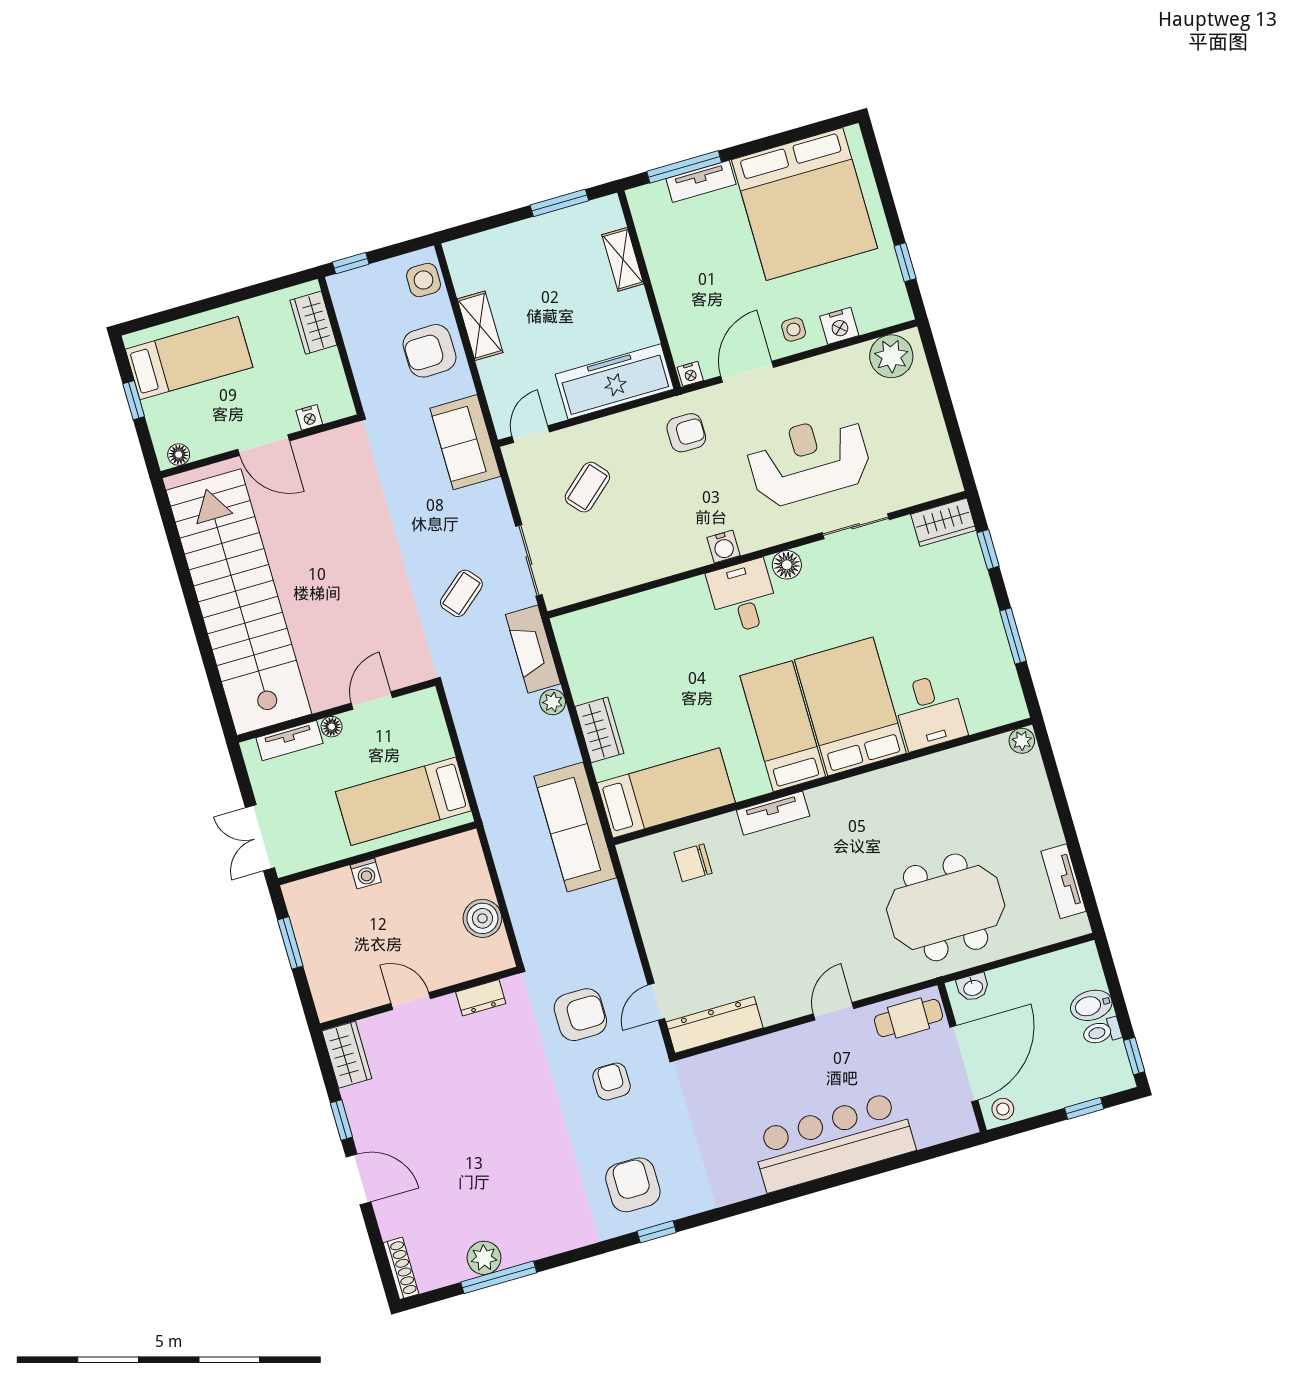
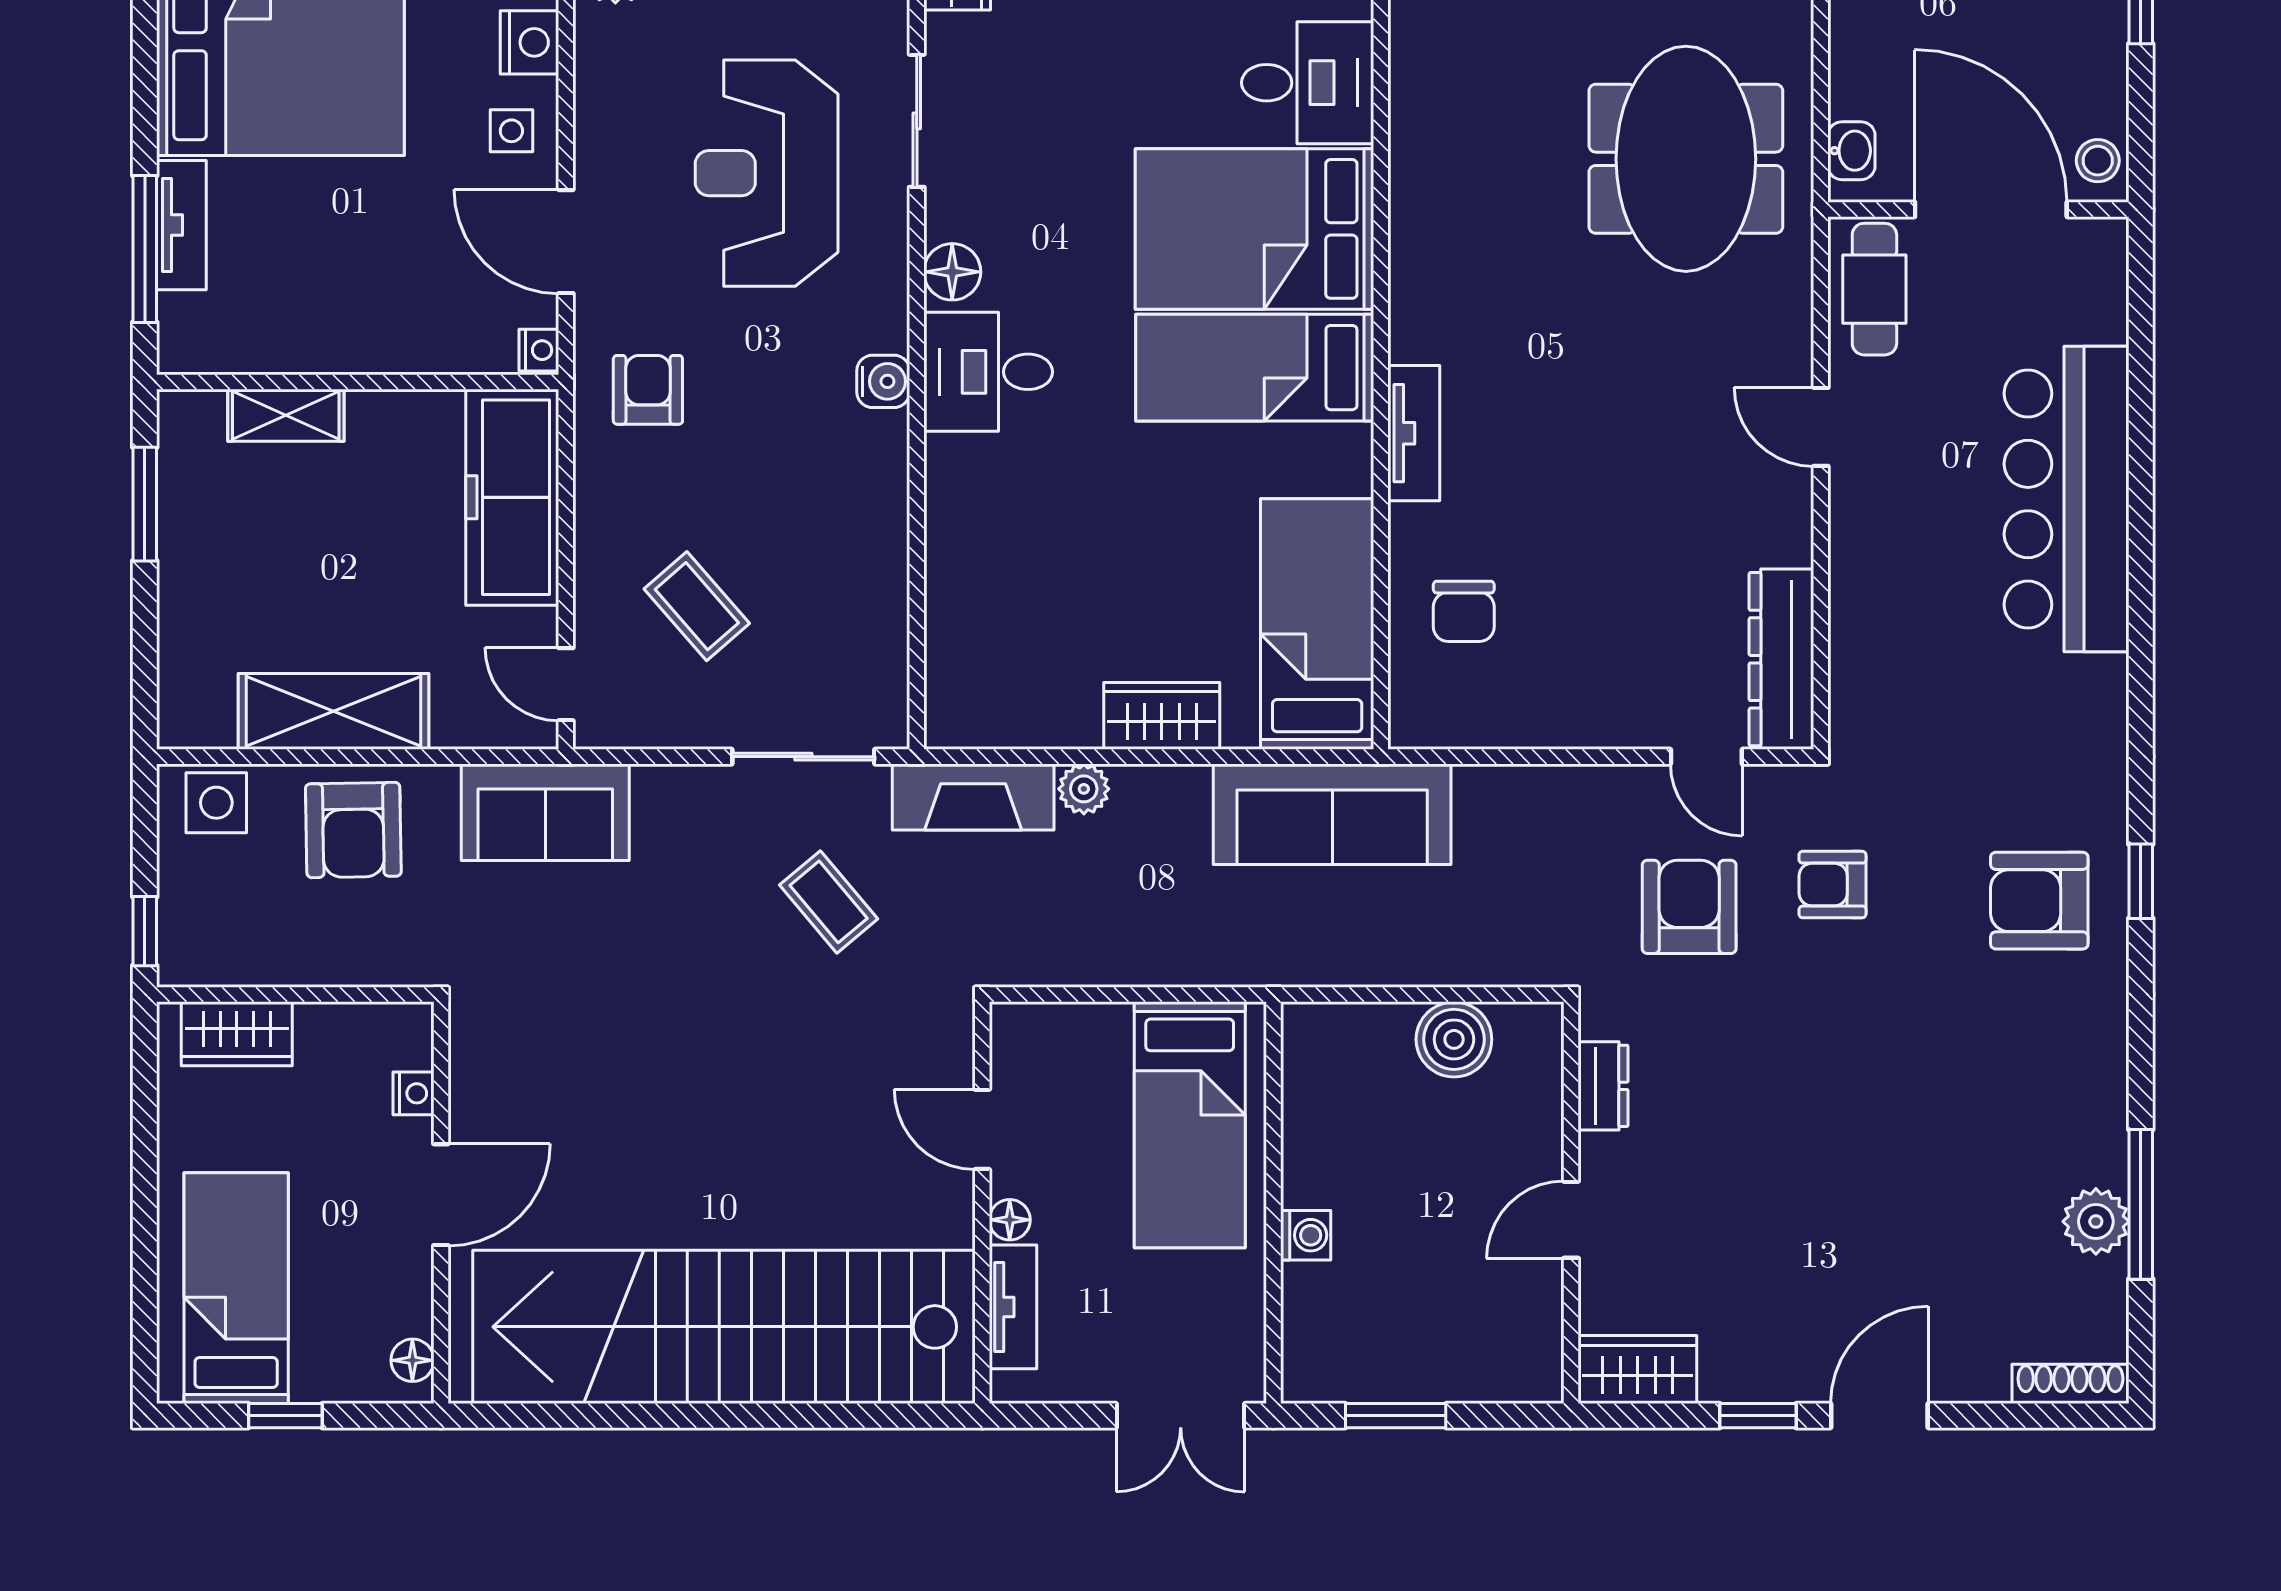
shelving: (480, 326) -> (333, 711), width x1.50, depth x1.33

